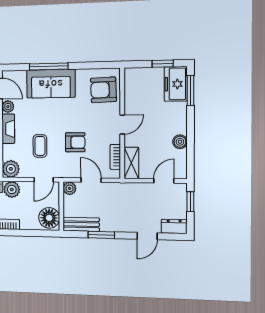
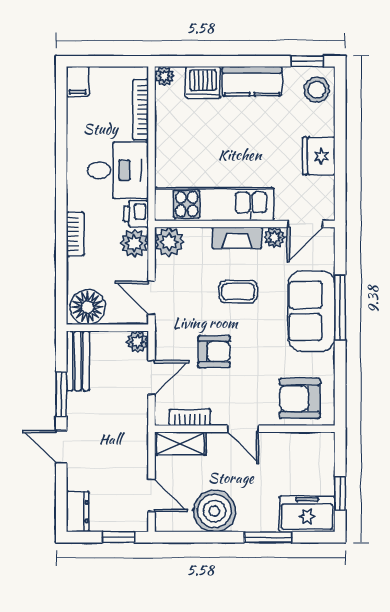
armchair: (103, 90) -> (300, 398), turned -88
window: (191, 91) -> (268, 537), moved
armchair: (75, 142) -> (214, 352), turned -90
boiler: (180, 142) -> (214, 511), width x1.86, depth x1.86
coffee table: (40, 146) -> (238, 292), moved
door: (147, 236) -> (61, 447), moved

